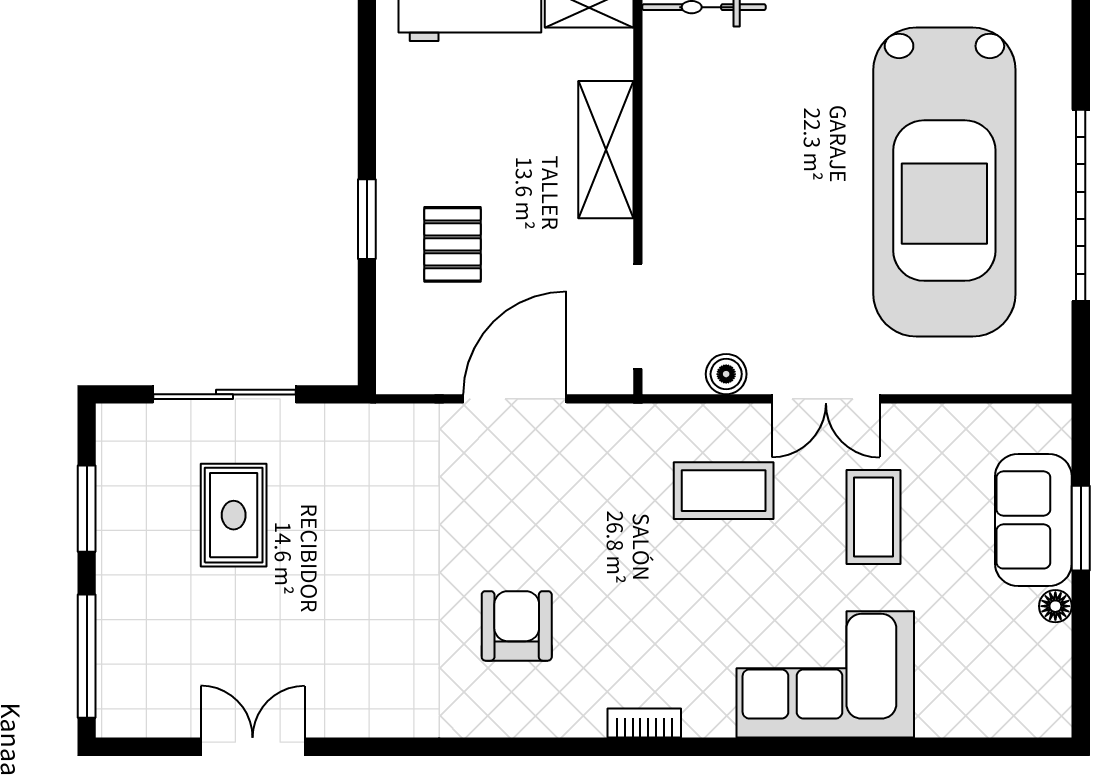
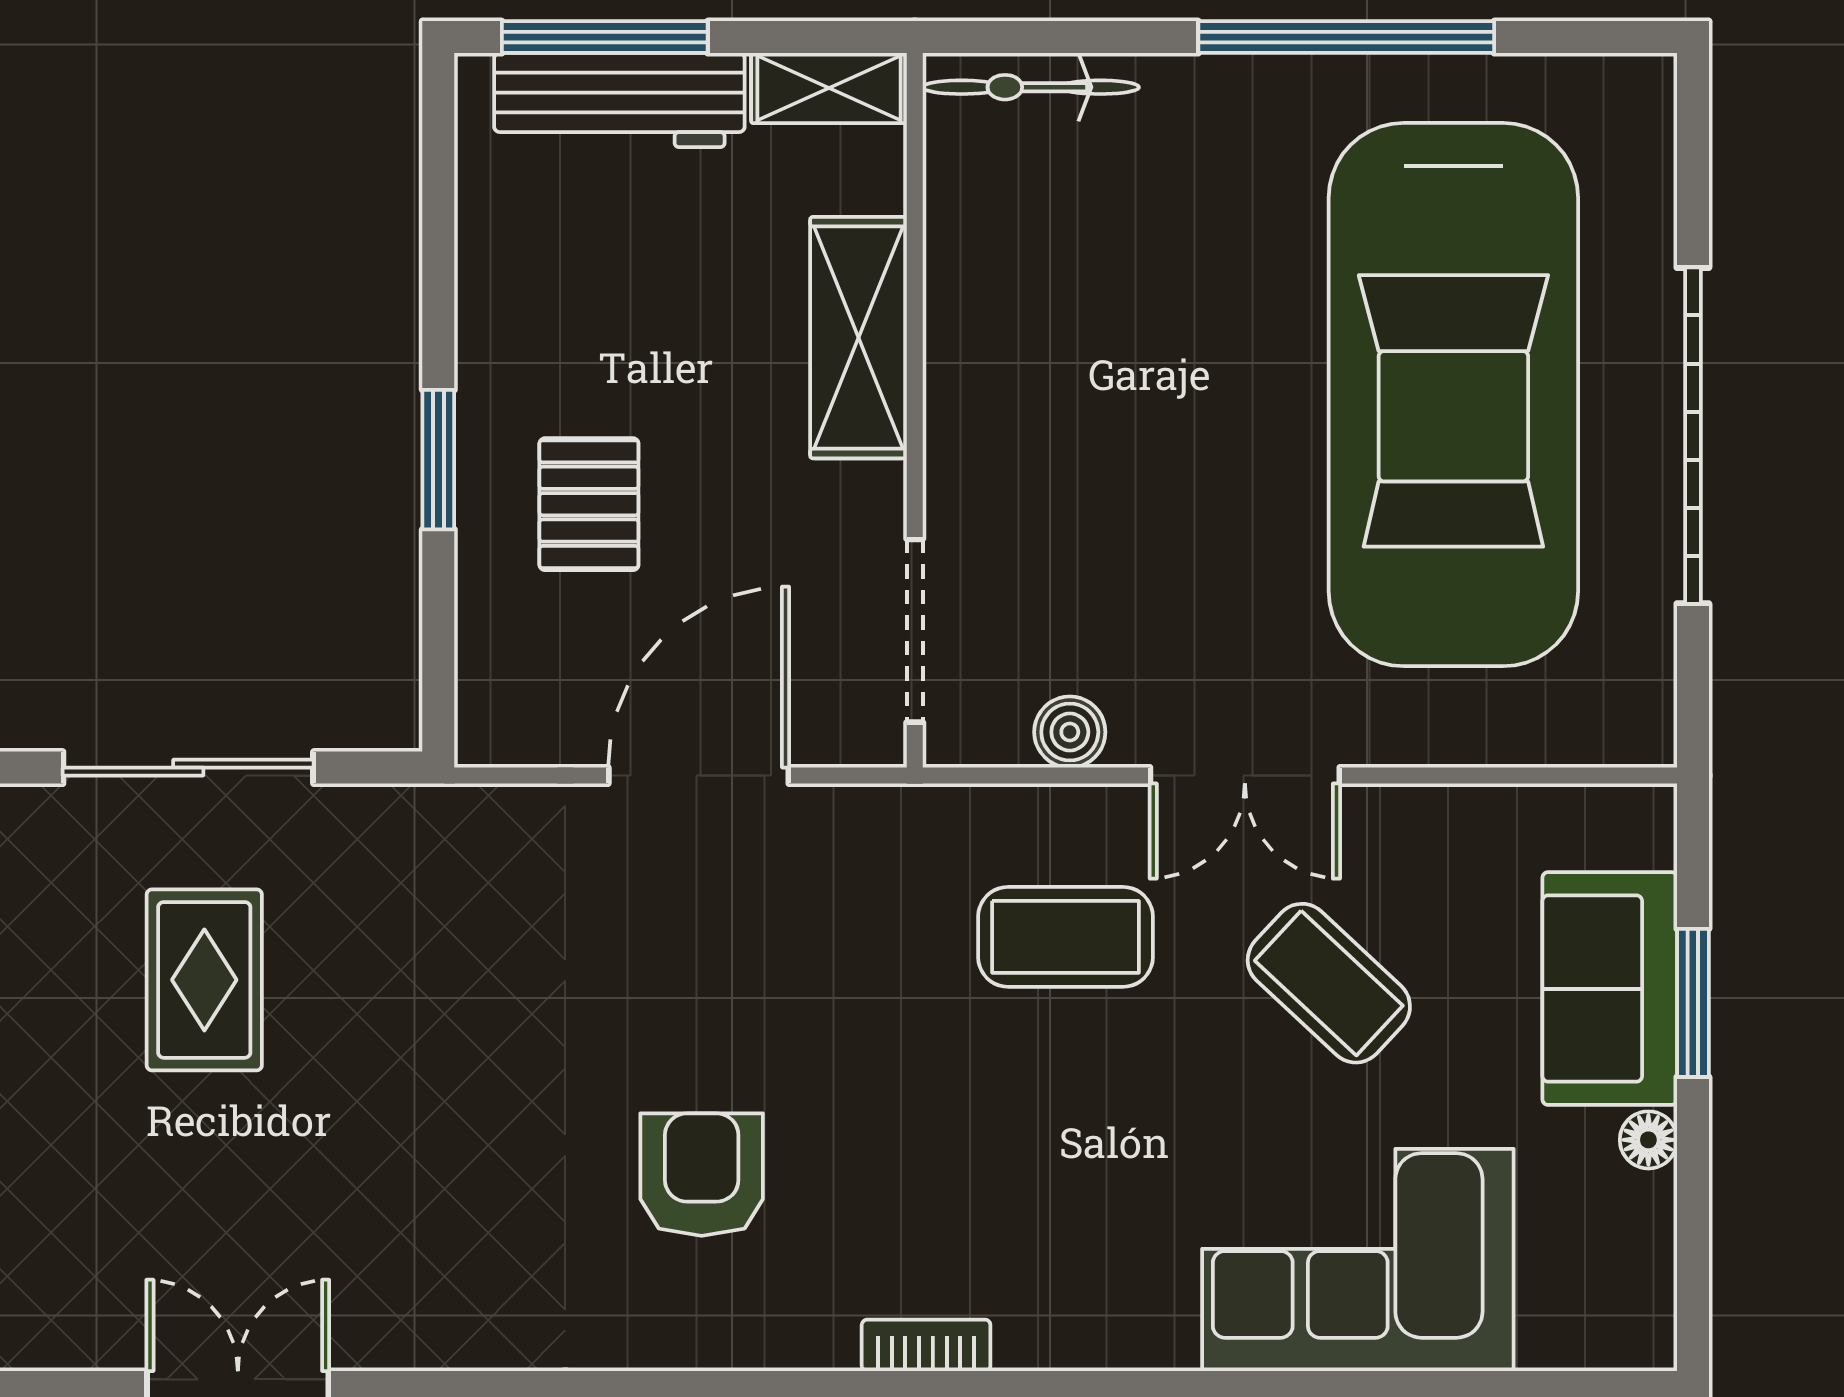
coffee table: (874, 517) -> (1329, 983), turned -47
corner sofa: (825, 674) -> (1358, 1260), moved

